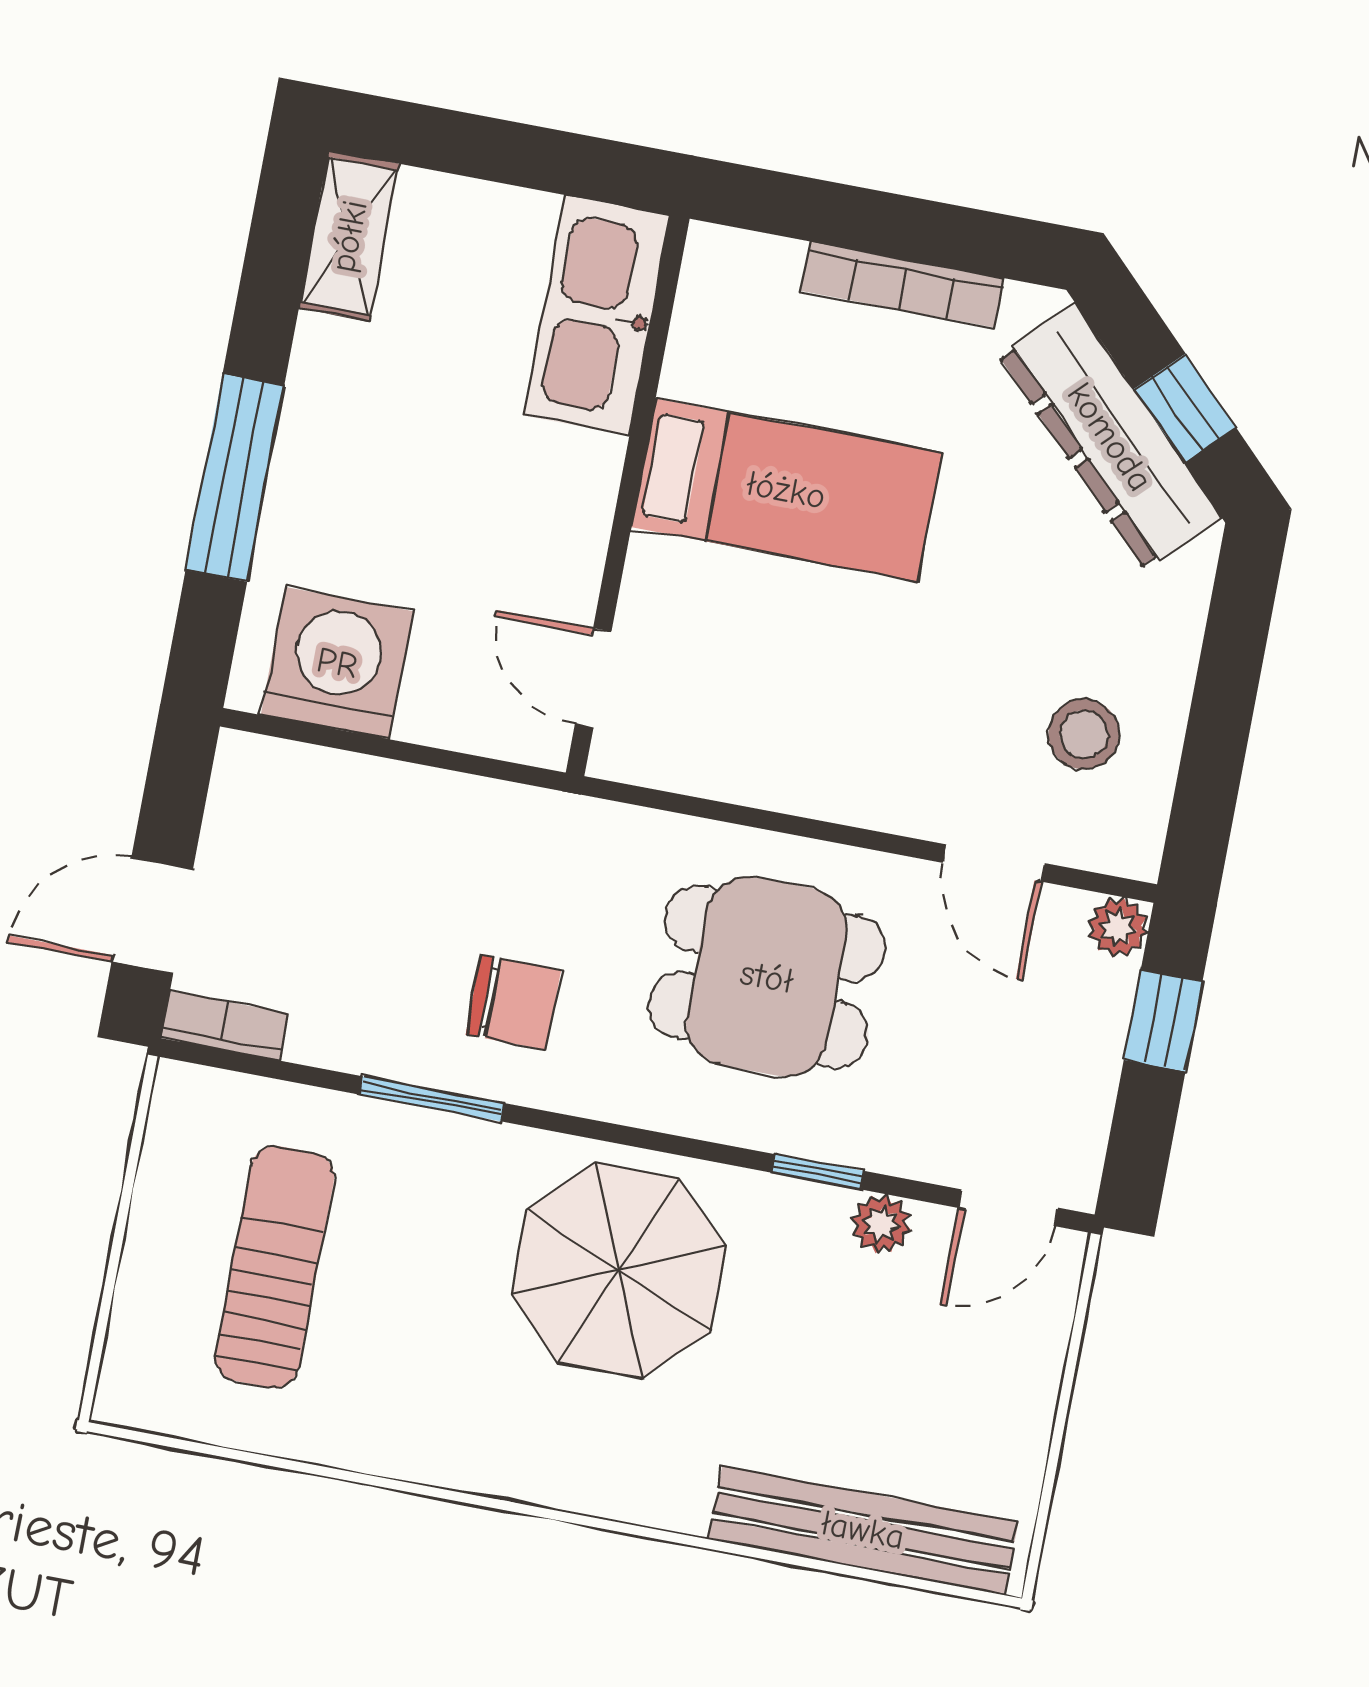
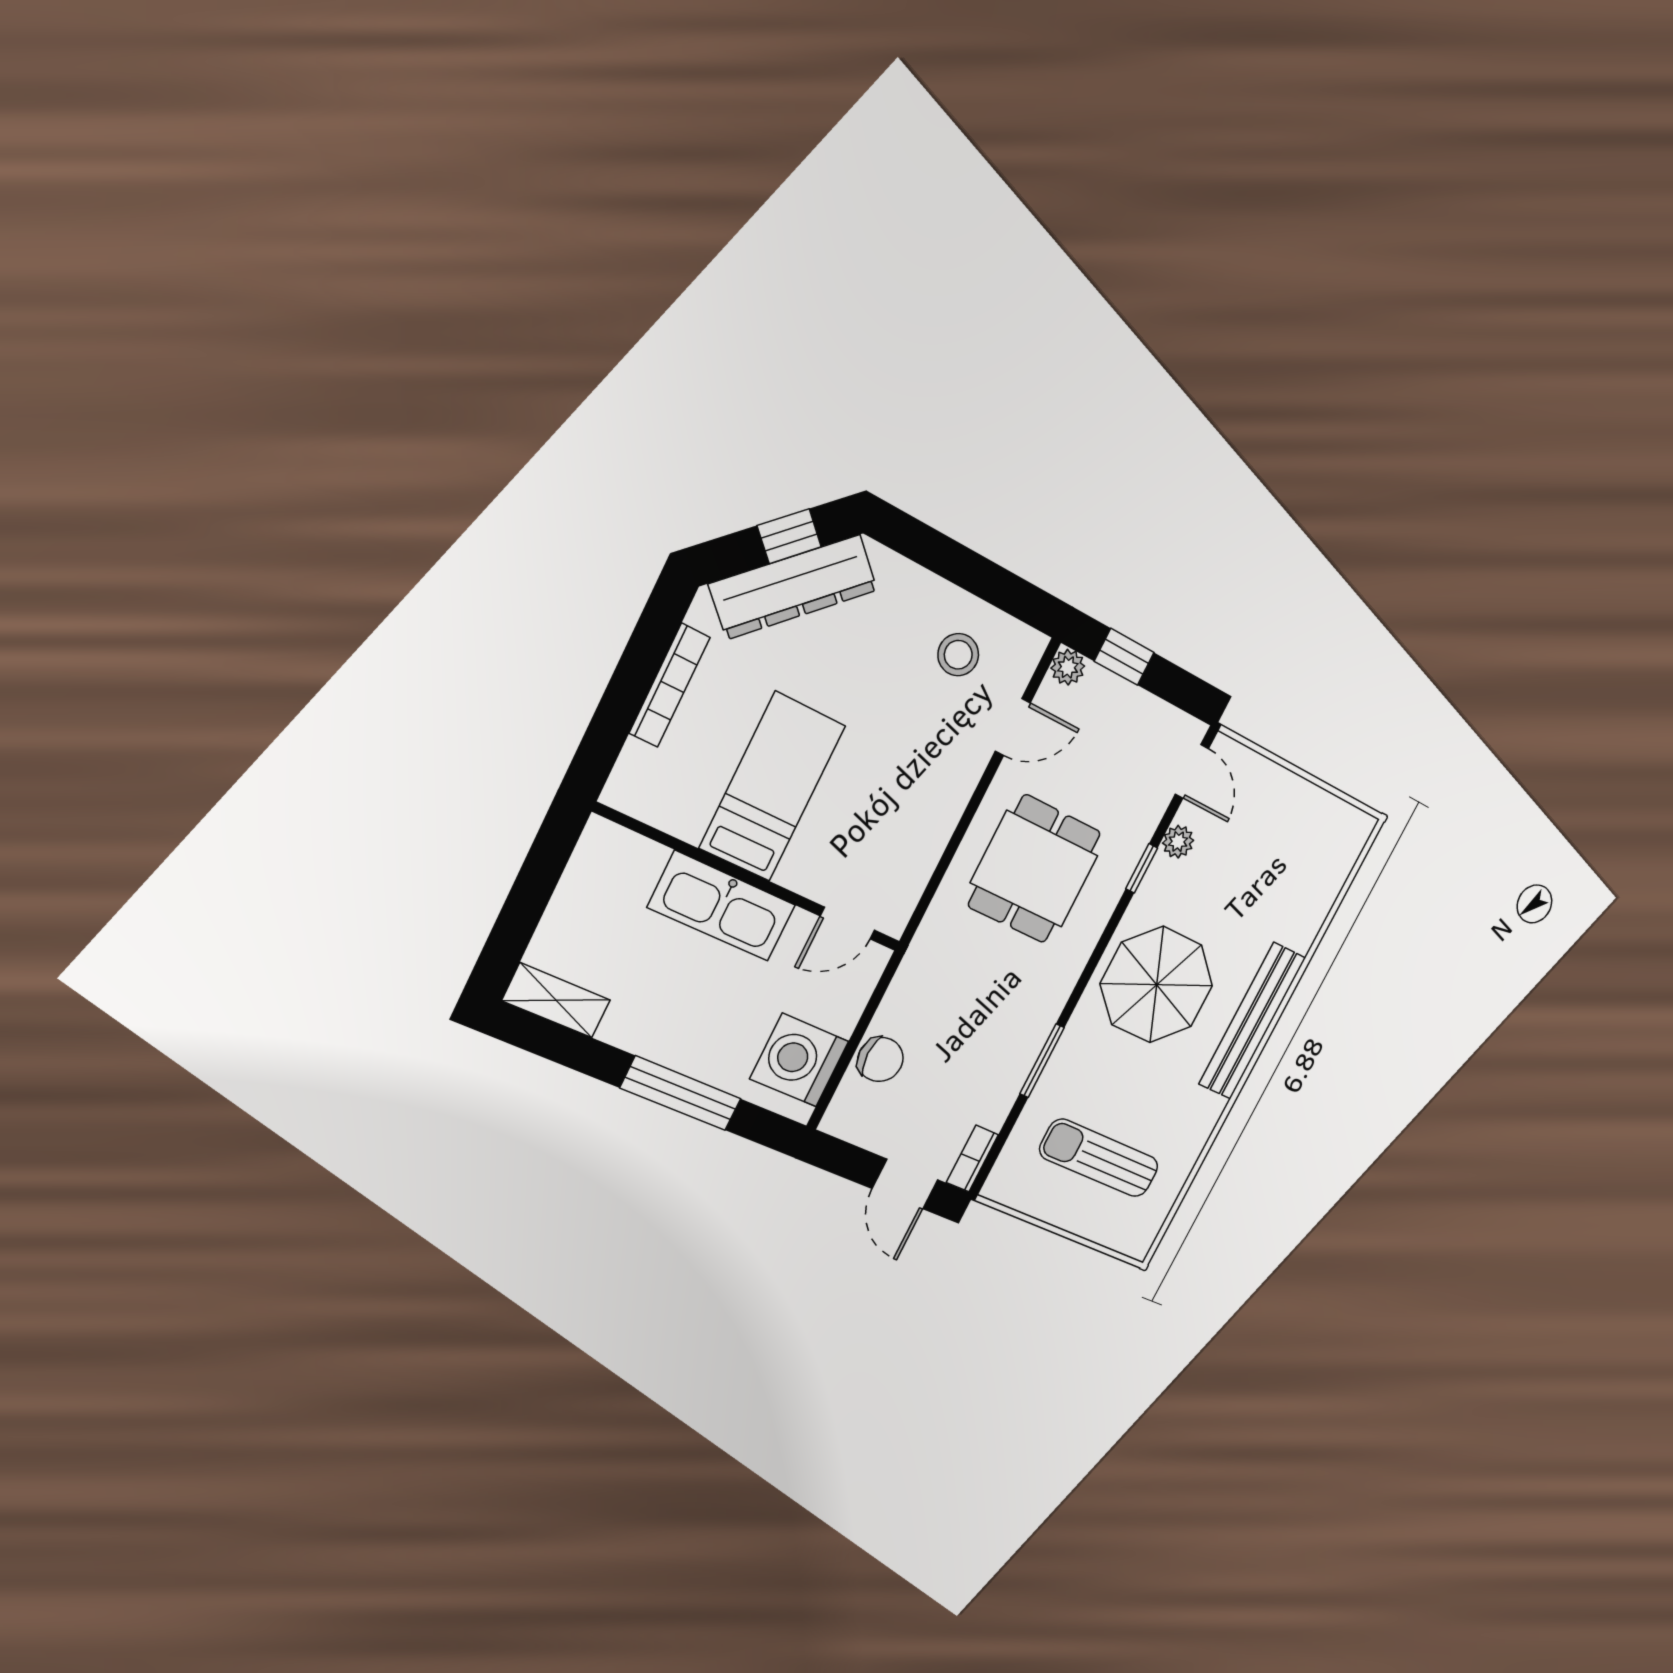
kitchen sink: (597, 315) -> (722, 906), moved
chair: (513, 1002) -> (880, 1059), moved, turned 90
bench: (863, 1530) -> (1252, 1021), moved

